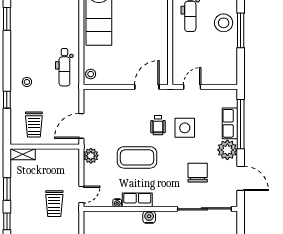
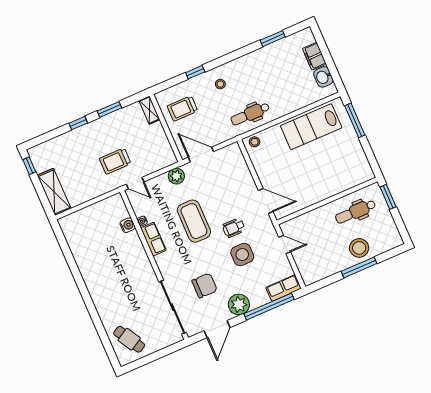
row of seats: (230, 123) -> (284, 288), moved
water cooler: (149, 217) -> (128, 225), moved

